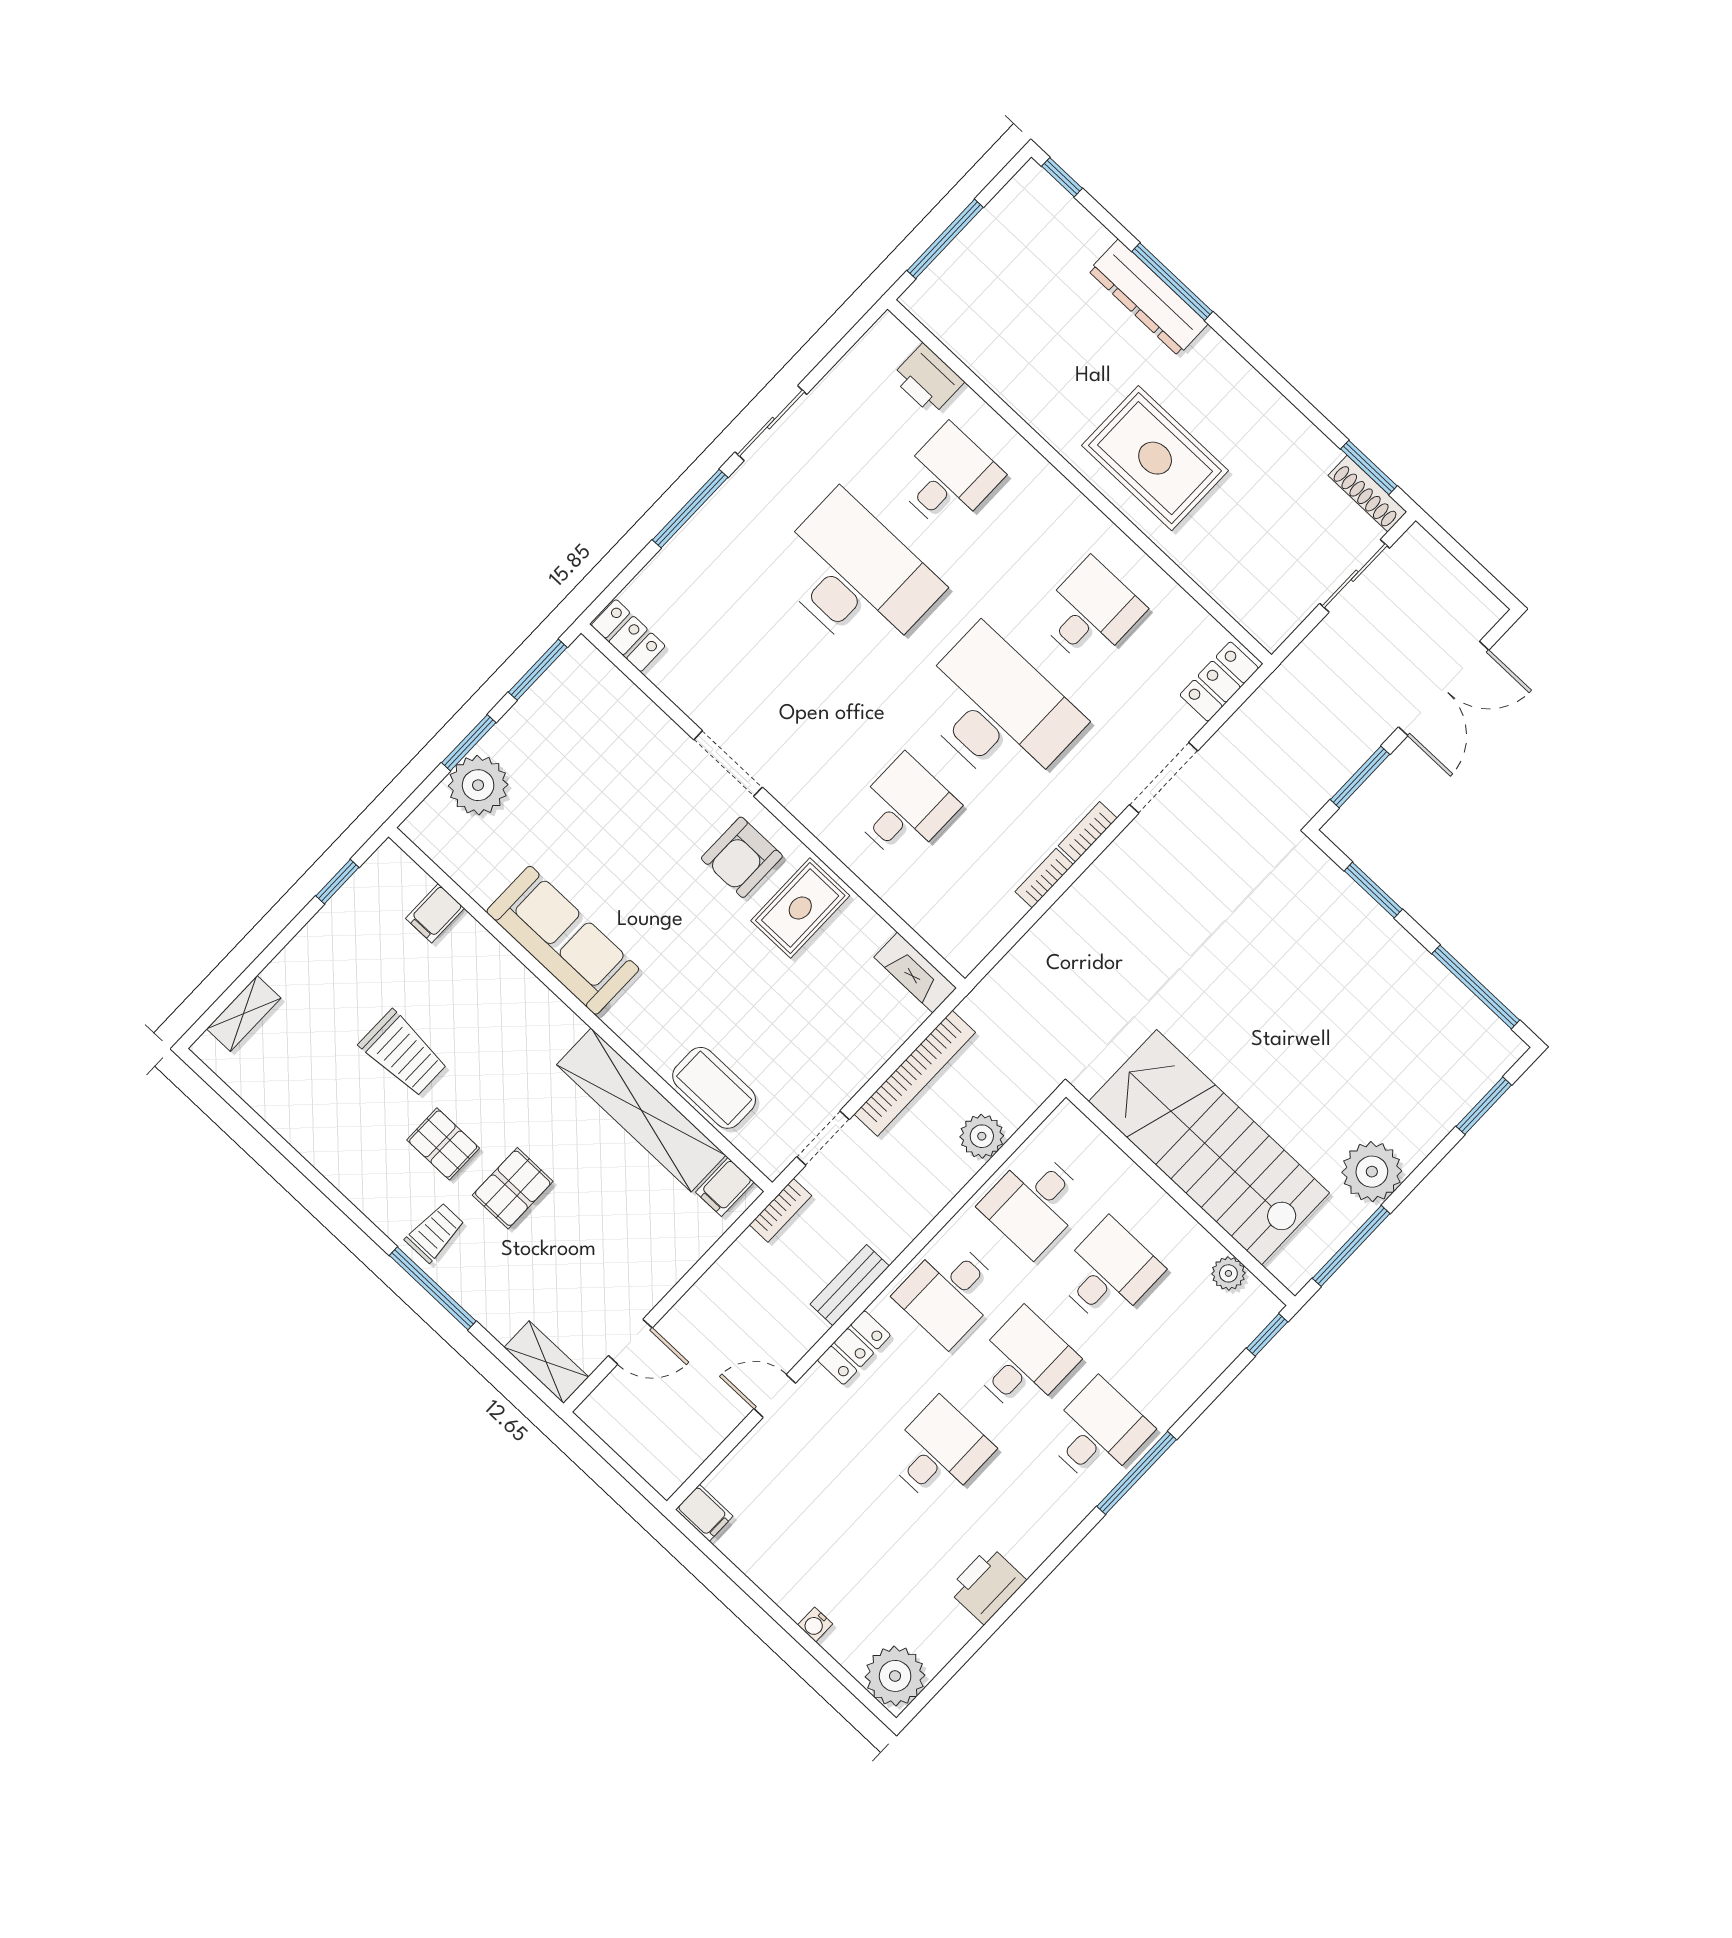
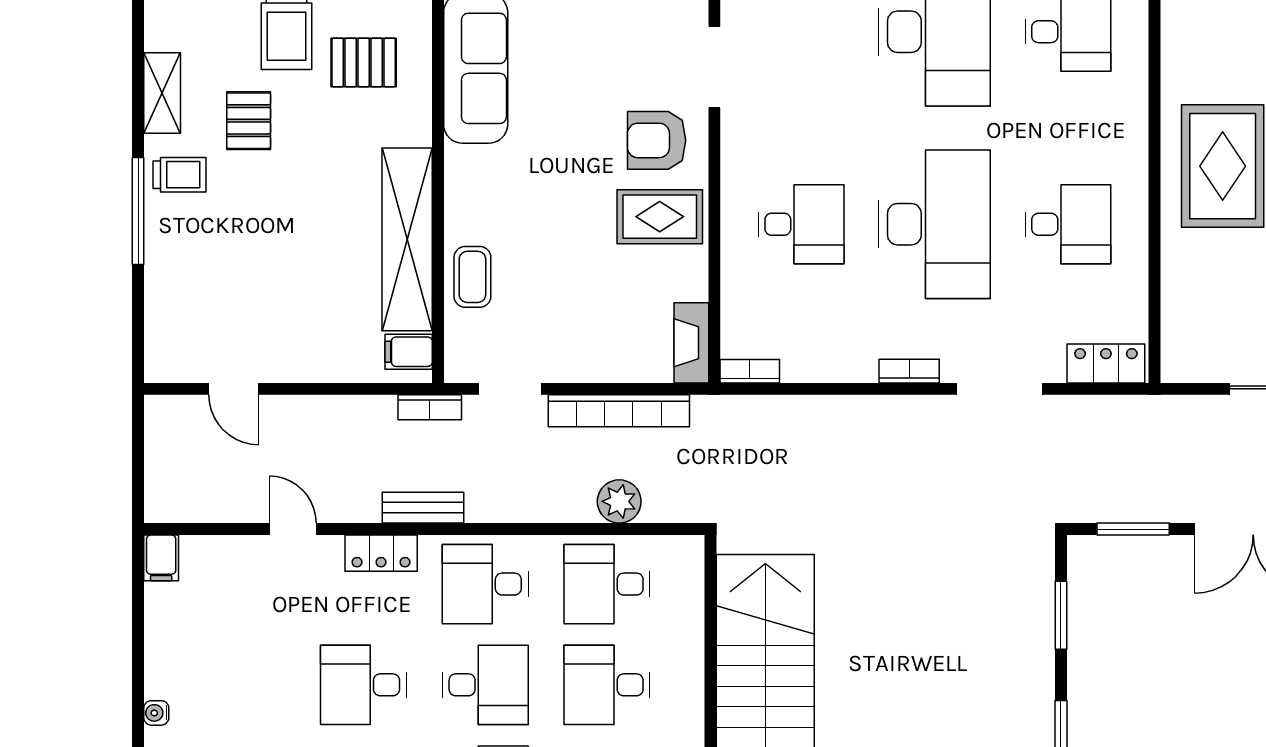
bookcase: (1044, 878) -> (750, 371), moved
coffee table: (714, 1088) -> (472, 277), width x0.73, depth x0.77
pallet: (513, 1188) -> (364, 62), moved
desk: (1108, 1273) -> (607, 685), turned 180
shelving: (546, 1362) -> (162, 93), moved
desk: (939, 1452) -> (363, 685), turned 180

